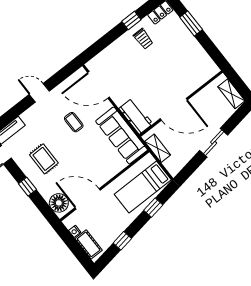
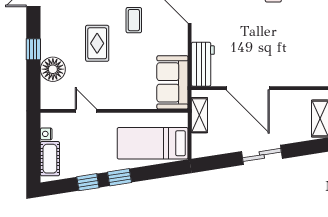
sofa: (122, 135) -> (172, 82), width x0.73
rug: (44, 159) -> (97, 43), moved
door: (88, 199) -> (86, 111), width x0.53
floor lamp: (59, 203) -> (53, 69), moved
window: (153, 208) -> (120, 177), moved

